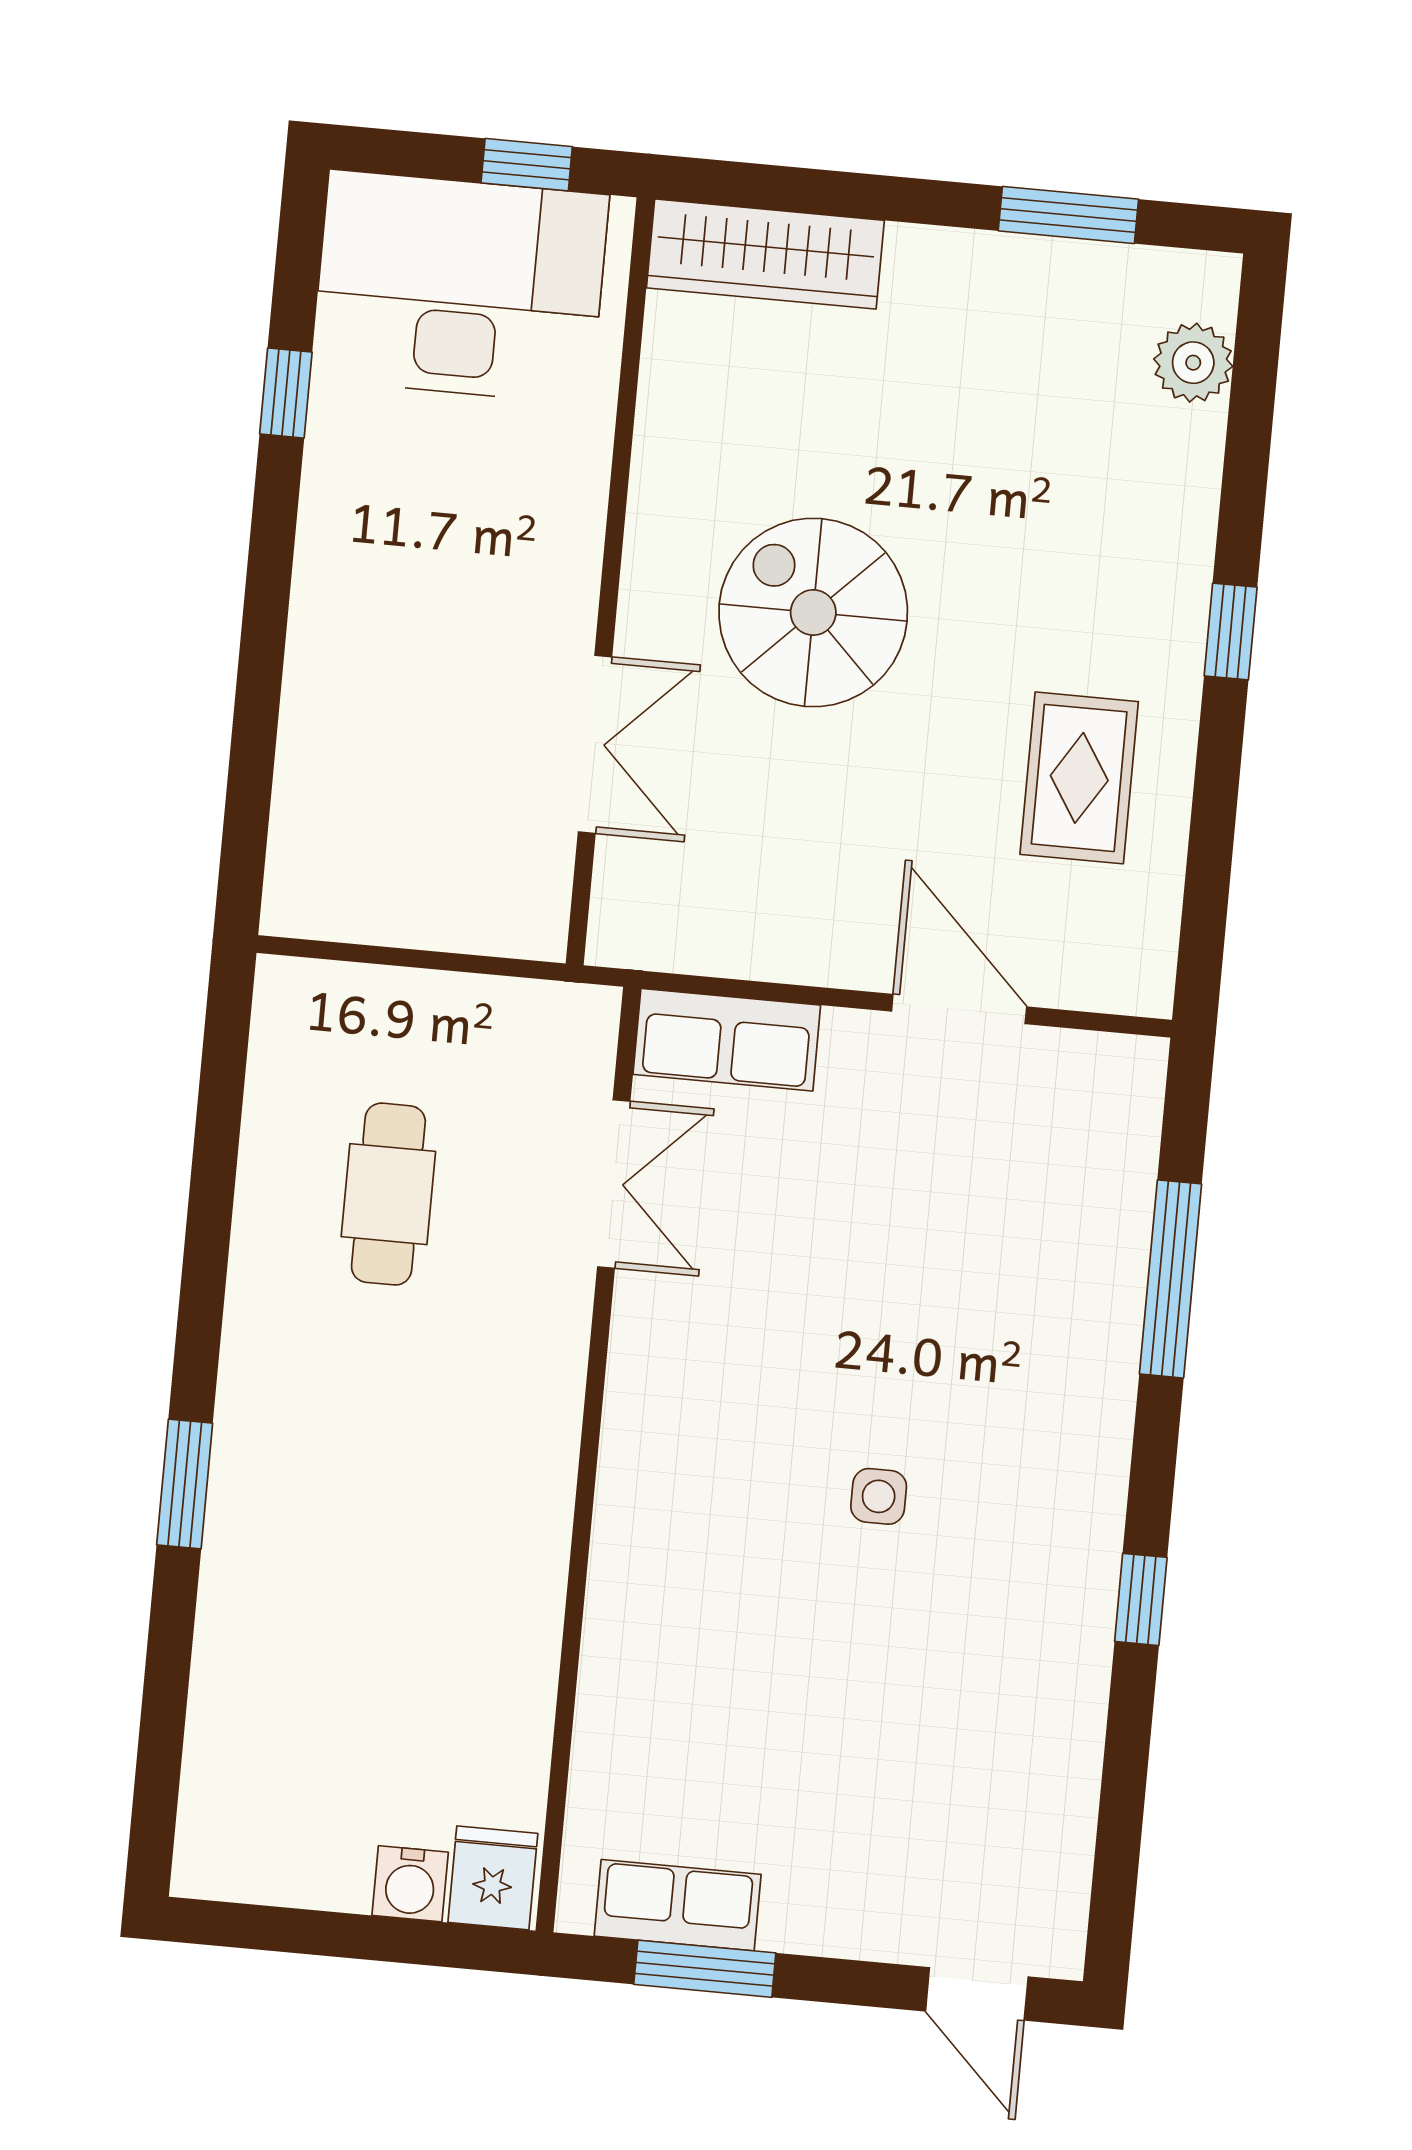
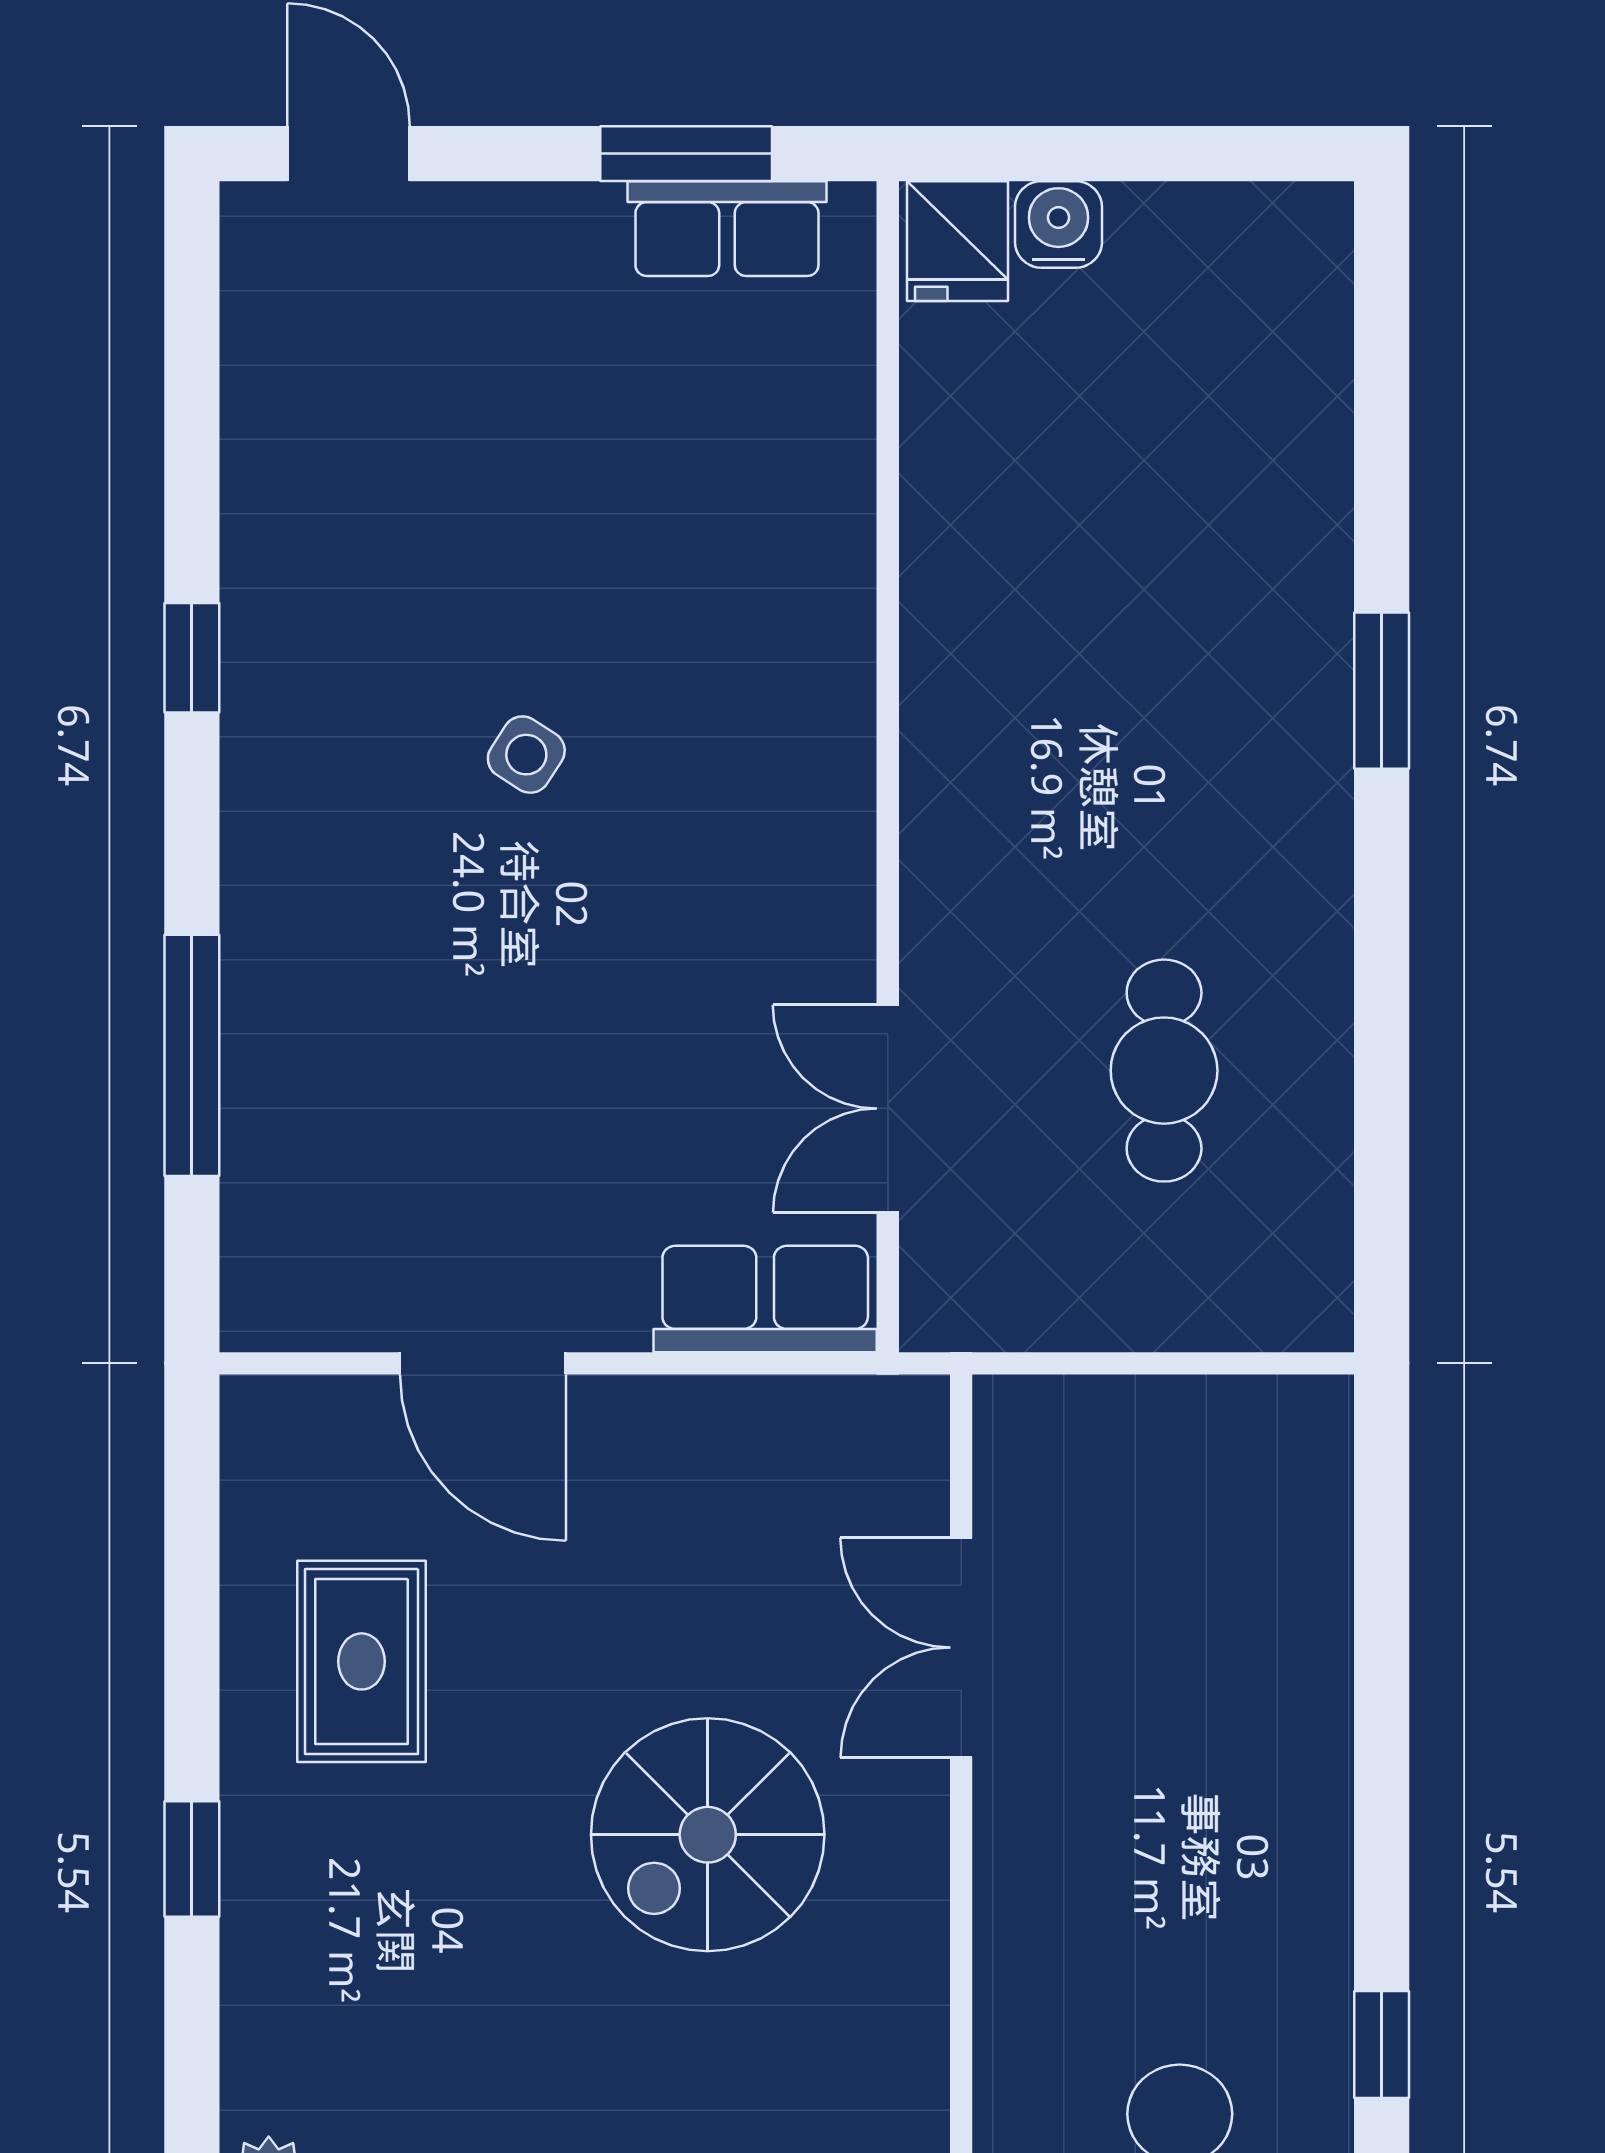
spiral stairs: (813, 612) -> (708, 1835), turned 90
side table: (879, 1496) -> (526, 755), turned 33

